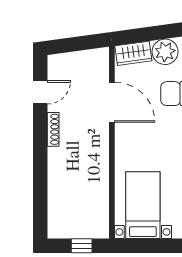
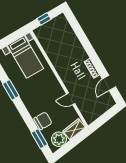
door: (112, 102) -> (71, 99), width x0.53

